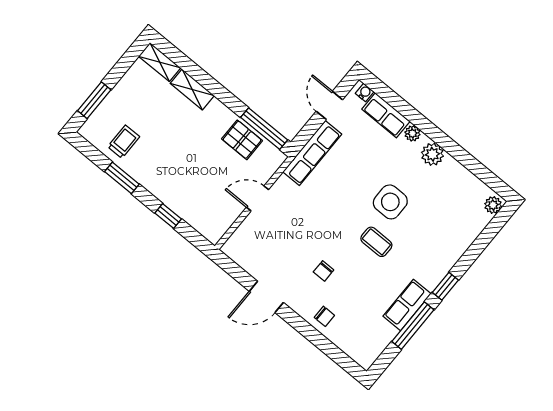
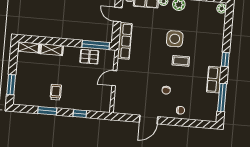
trolley: (124, 142) -> (56, 92), moved
window: (413, 326) -> (222, 97), moved

